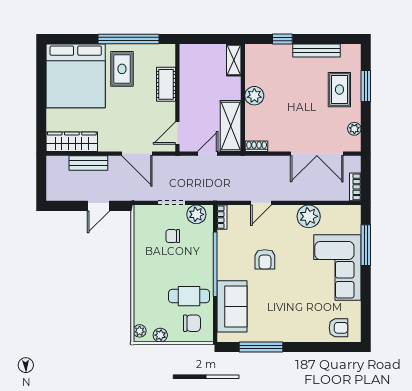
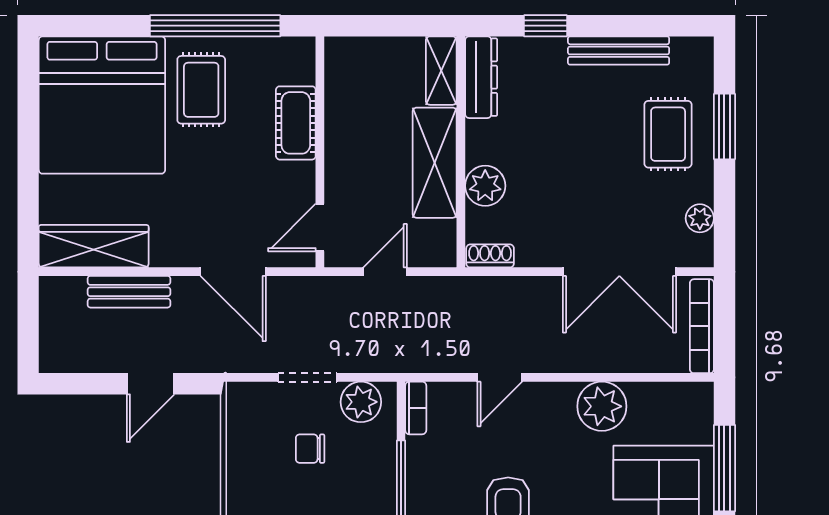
dresser: (252, 63) -> (481, 77), added
plant: (254, 96) -> (485, 186), moved
shelving: (231, 126) -> (435, 163), moved
bookcase: (355, 187) -> (702, 326), width x1.56

